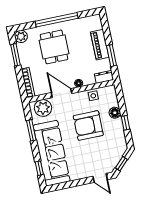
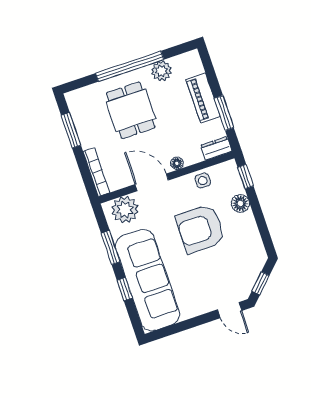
plant: (21, 36) -> (161, 71), moved
window: (126, 123) -> (246, 177), moved
window: (39, 168) -> (125, 289), moved

